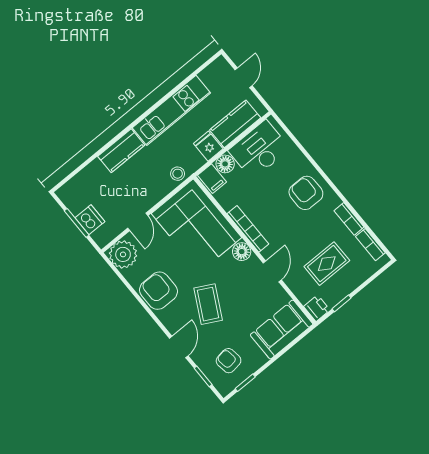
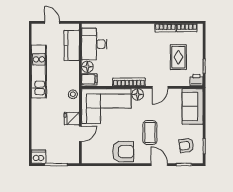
fridge: (208, 146) -> (72, 119), moved
kitchen counter: (121, 151) -> (38, 113), removed
armchair: (306, 193) -> (135, 39), removed
dishwasher: (90, 220) -> (39, 157), moved
door: (138, 222) -> (80, 134), hinge flipped
plant: (123, 254) -> (91, 154), removed
door: (272, 271) -> (160, 87), swing flipped
armchair: (159, 291) -> (123, 152), turned 180
coffee table: (208, 304) -> (150, 133), turned 62

